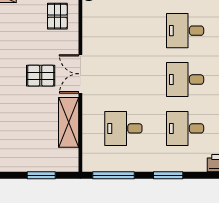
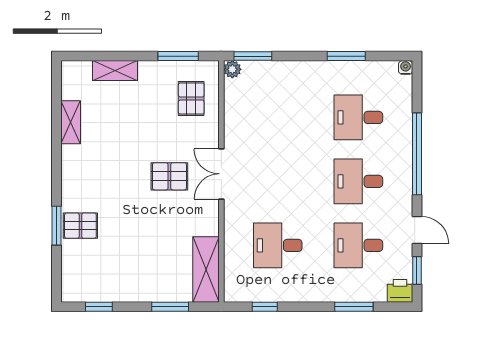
shelving: (69, 122) -> (206, 269), moved
window: (114, 175) -> (265, 307), width x0.46
window: (168, 175) -> (354, 307), moved

